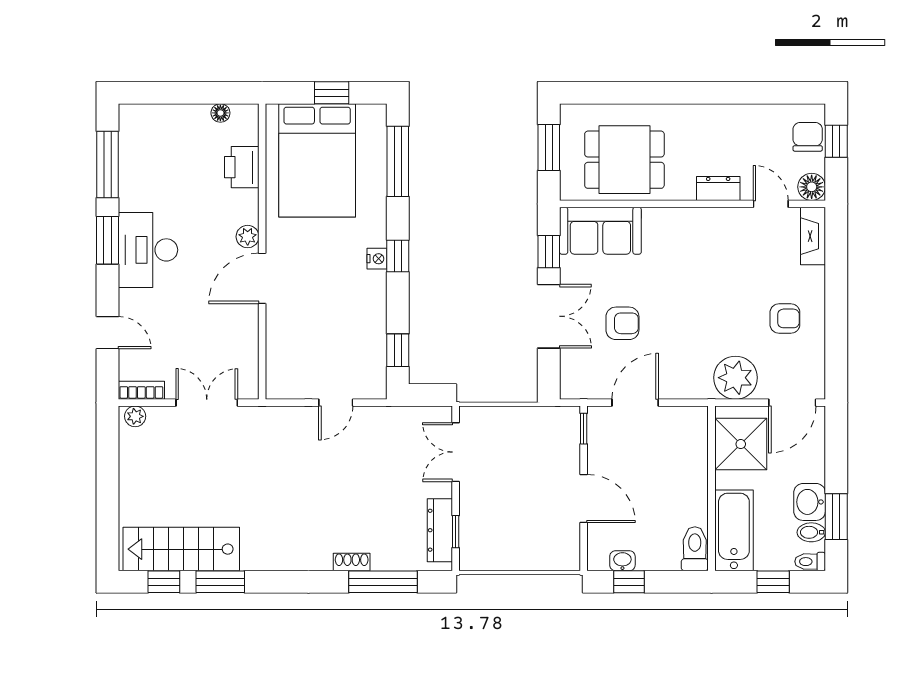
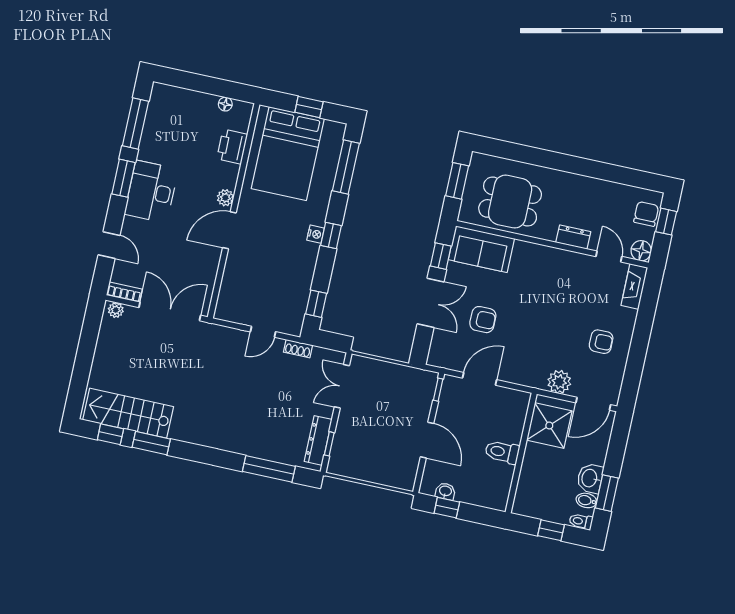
plant: (736, 378) -> (559, 382), width x0.73, depth x0.73
double door: (207, 403) -> (170, 311), width x1.37
bathtub: (734, 530) -> (531, 487), removed
toilet: (695, 549) -> (502, 452), moved, turned -90
shoe rack: (352, 562) -> (298, 349), moved, turned 180

